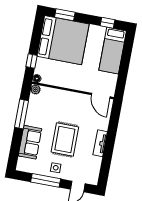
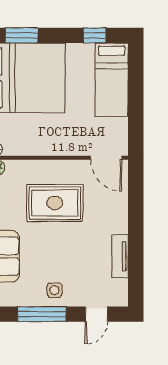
rug: (65, 140) -> (55, 203), moved, turned 90
tv unit: (100, 143) -> (120, 256), moved

